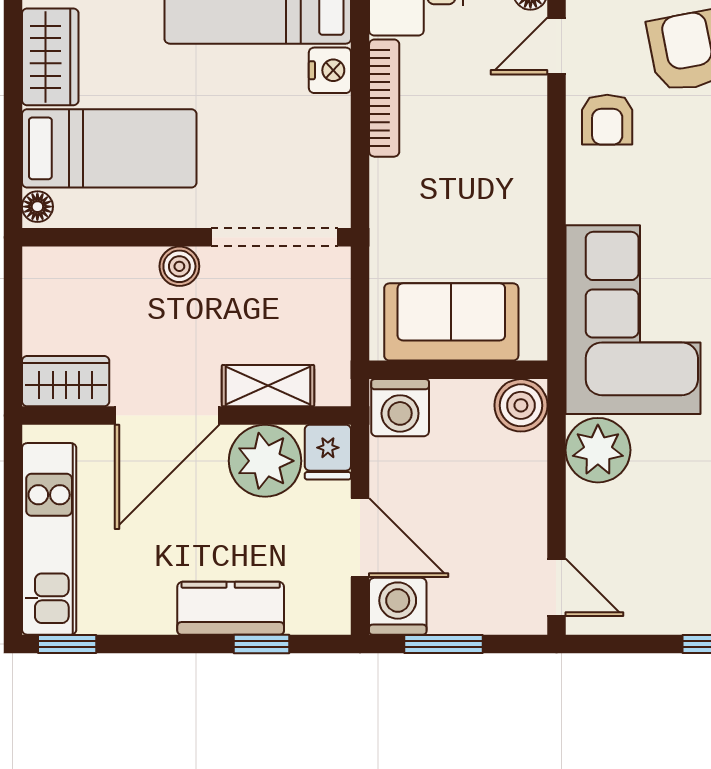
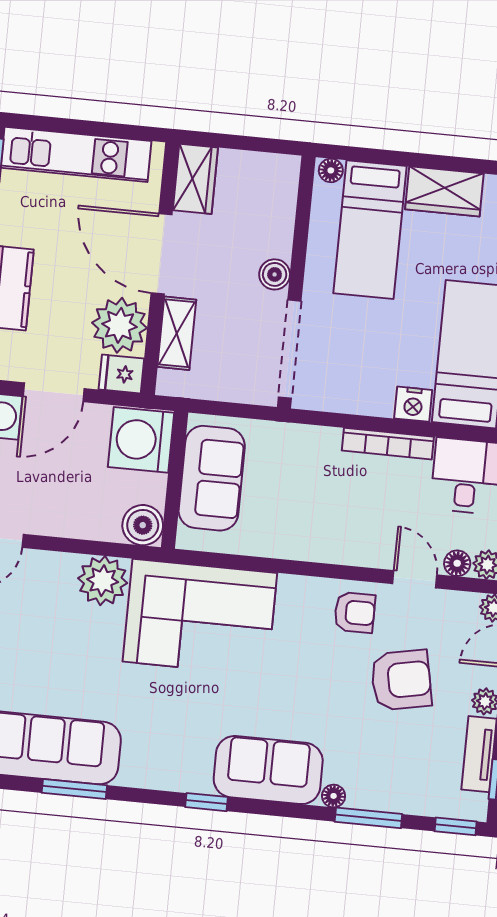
armchair: (607, 120) -> (355, 612), turned 180
washing machine: (400, 408) -> (141, 440), width x1.37, depth x1.37

